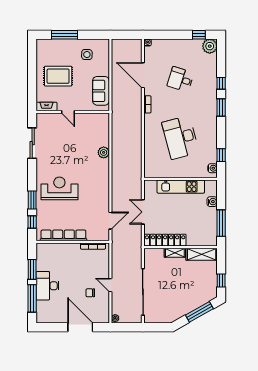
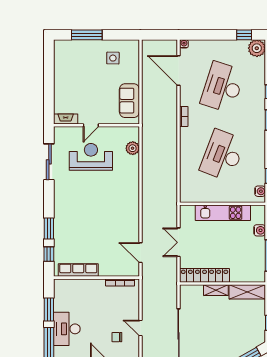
door: (143, 75) -> (179, 70), moved
rug: (58, 76) -> (79, 83), removed
desk: (181, 79) -> (223, 87), width x1.87, depth x1.30
door: (68, 112) -> (91, 125), hinge flipped
desk: (181, 137) -> (223, 155), turned 36
plant: (104, 152) -> (133, 148), moved
reception desk: (59, 188) -> (91, 157), moved
door: (110, 221) -> (140, 253), swing flipped
row of seats: (63, 235) -> (78, 270), width x0.73

